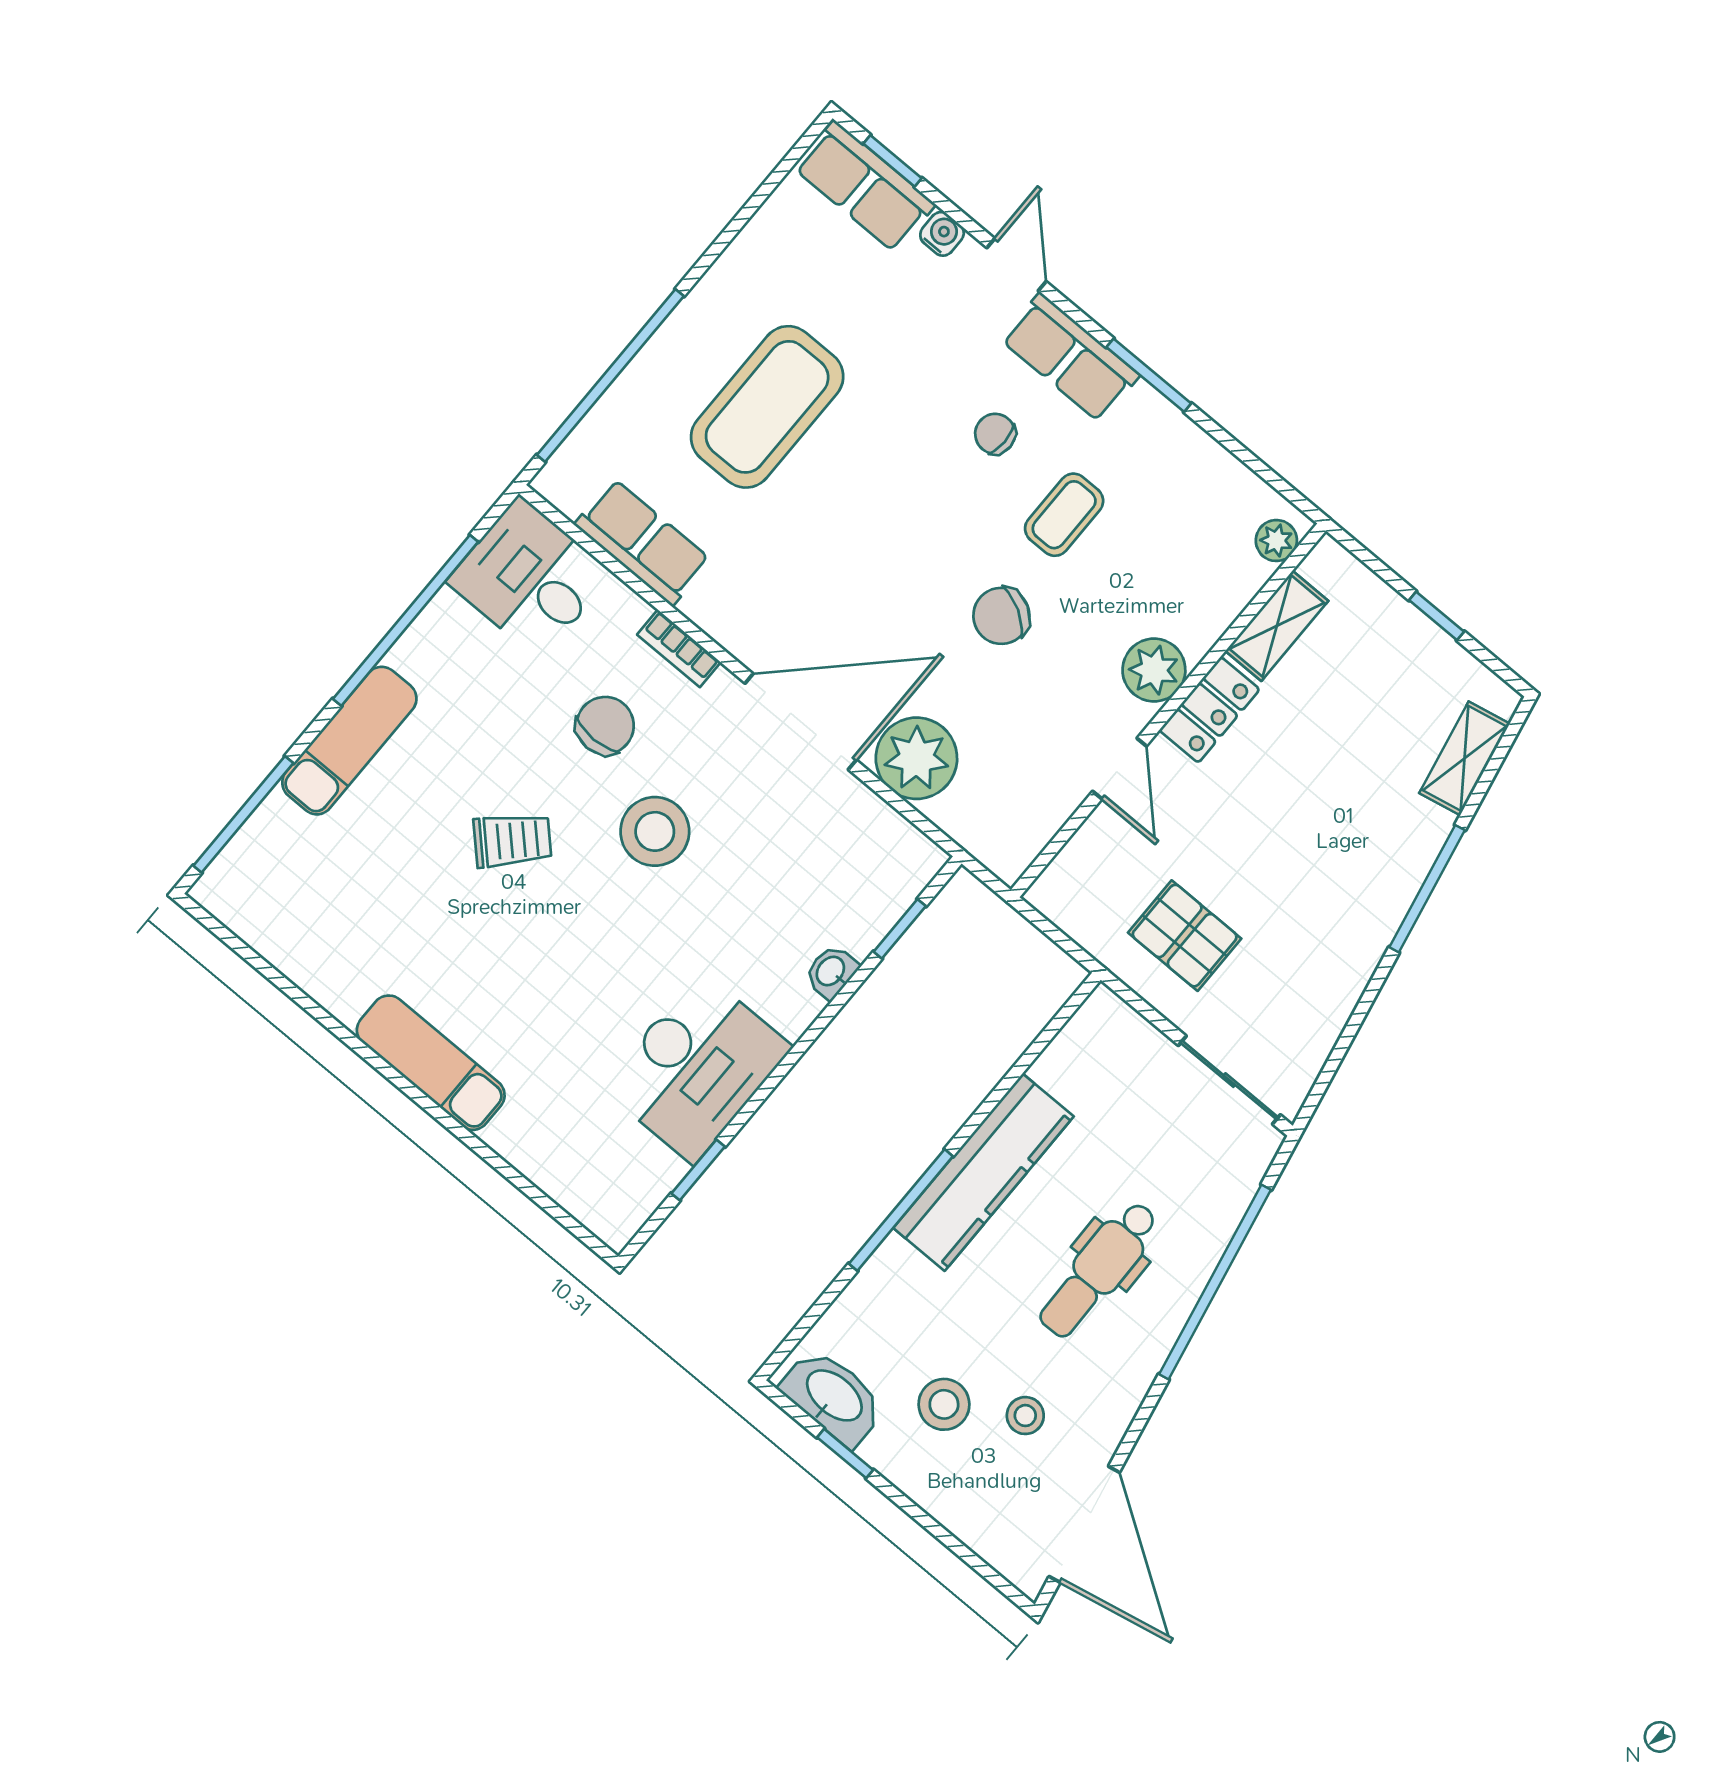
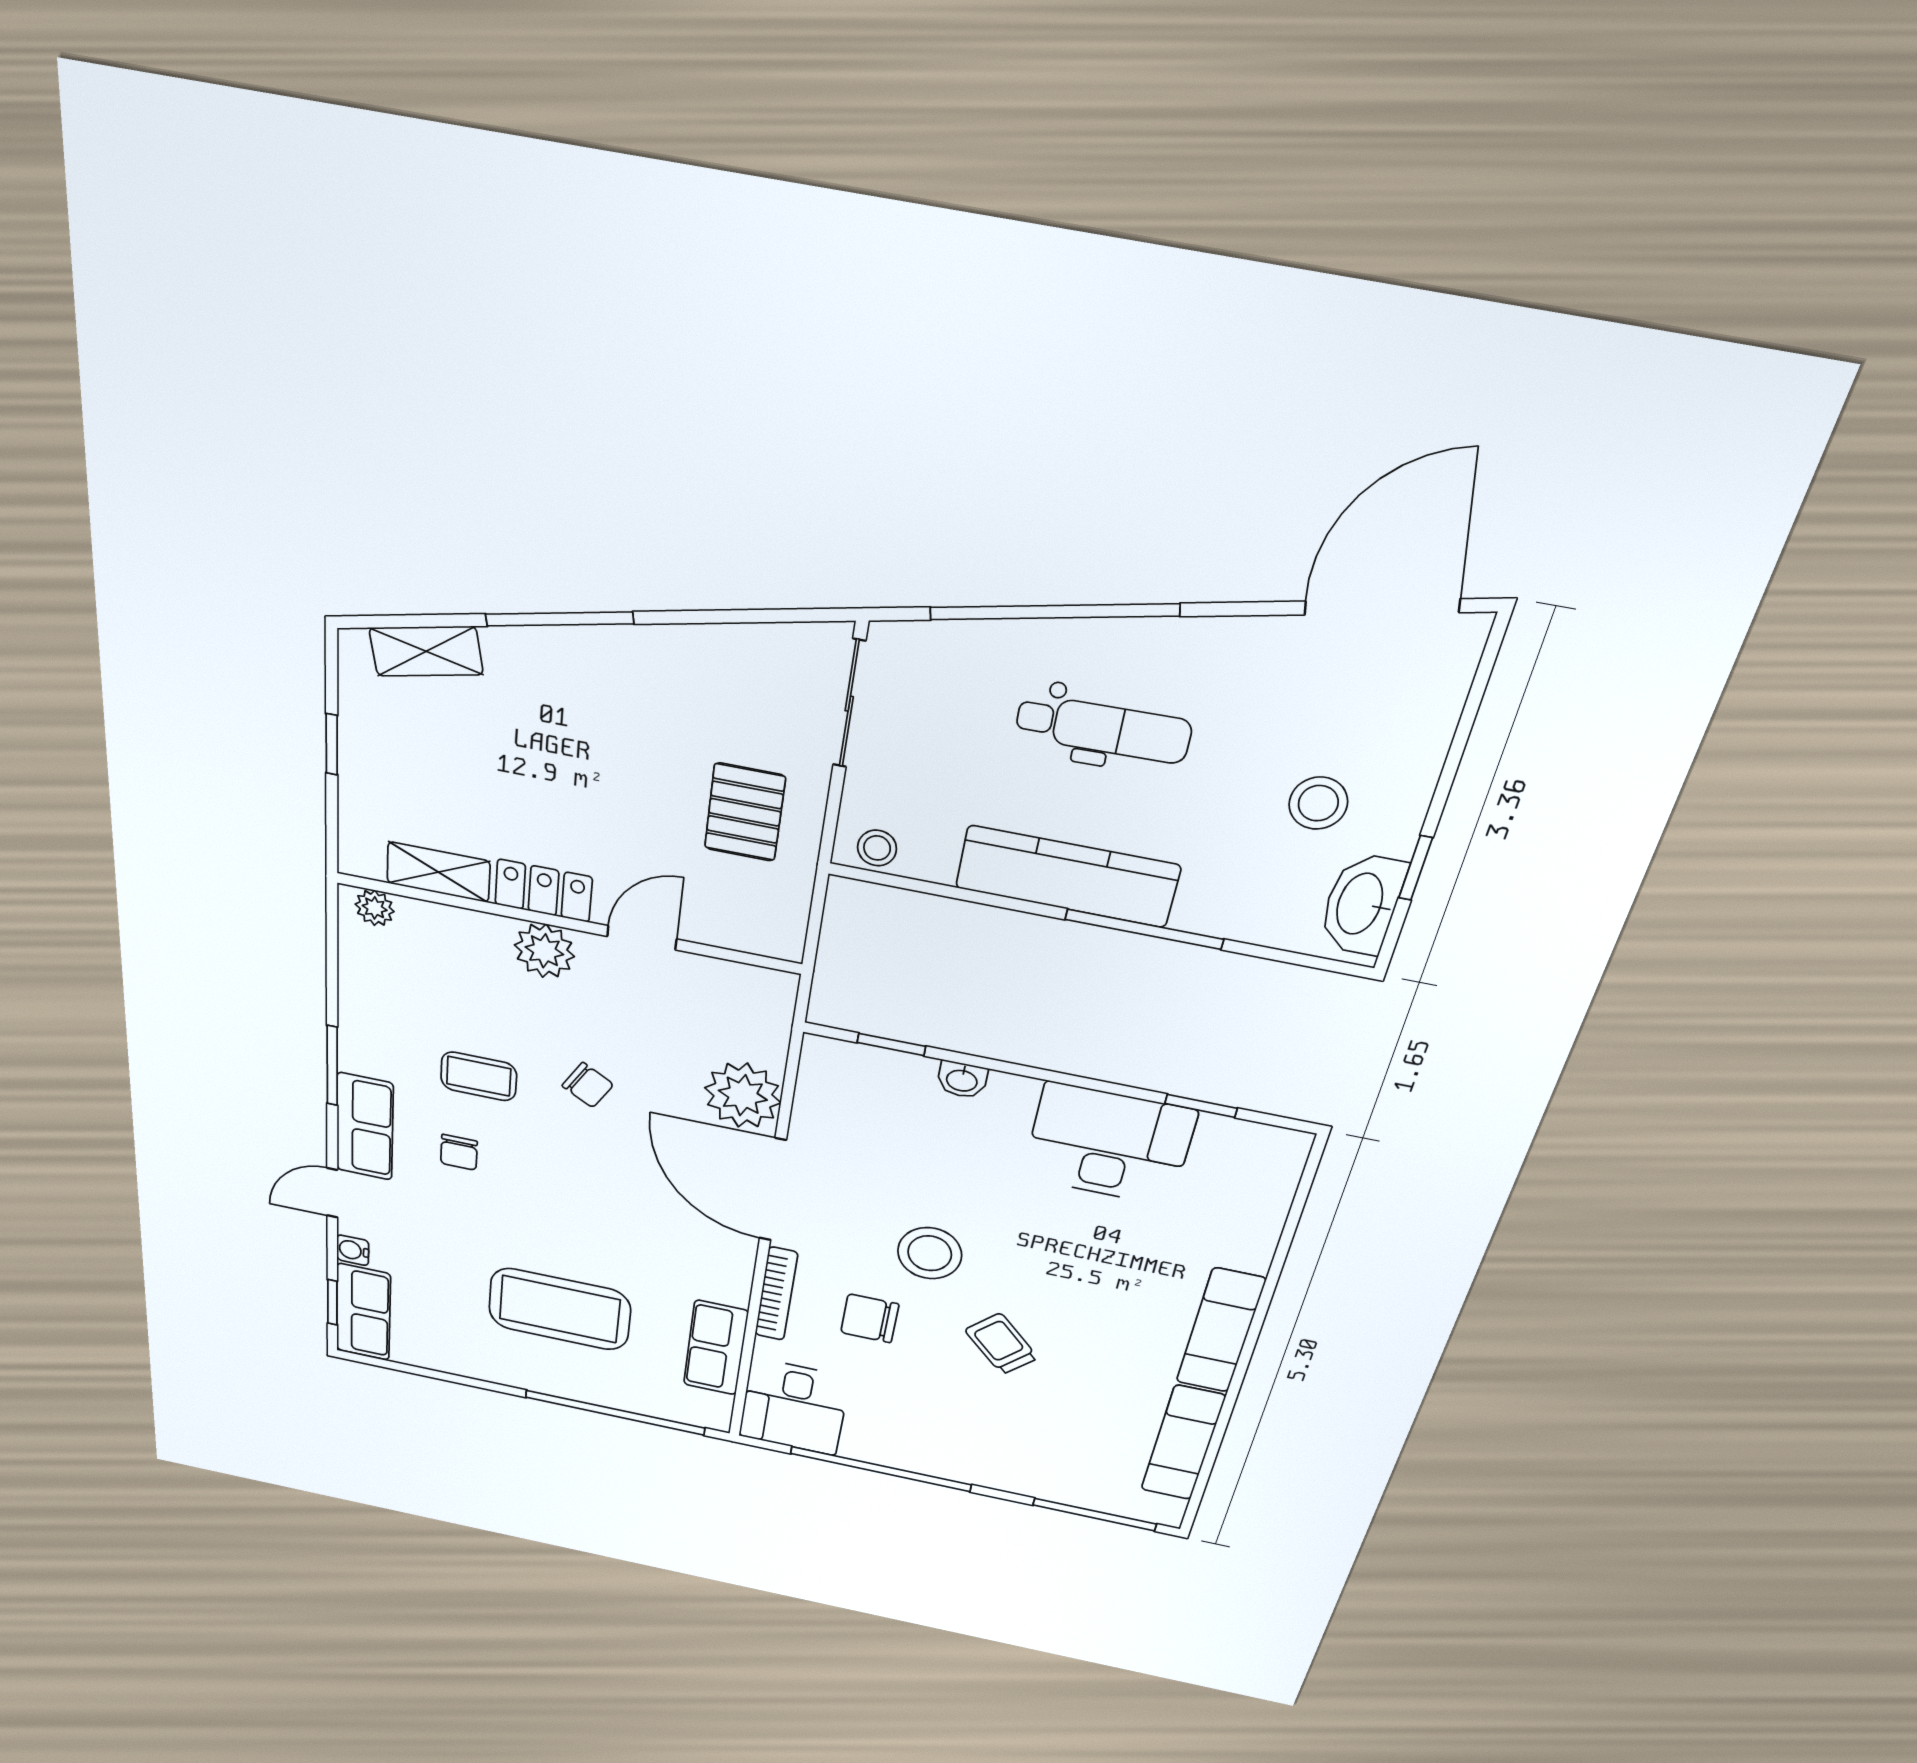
chair: (1001, 616) -> (588, 1085), width x0.73, depth x0.73
bookcase: (679, 648) -> (776, 1294), width x1.56
exam couch: (349, 741) -> (1183, 1443), moved, turned -90
stool: (1025, 1416) -> (877, 848), moved

